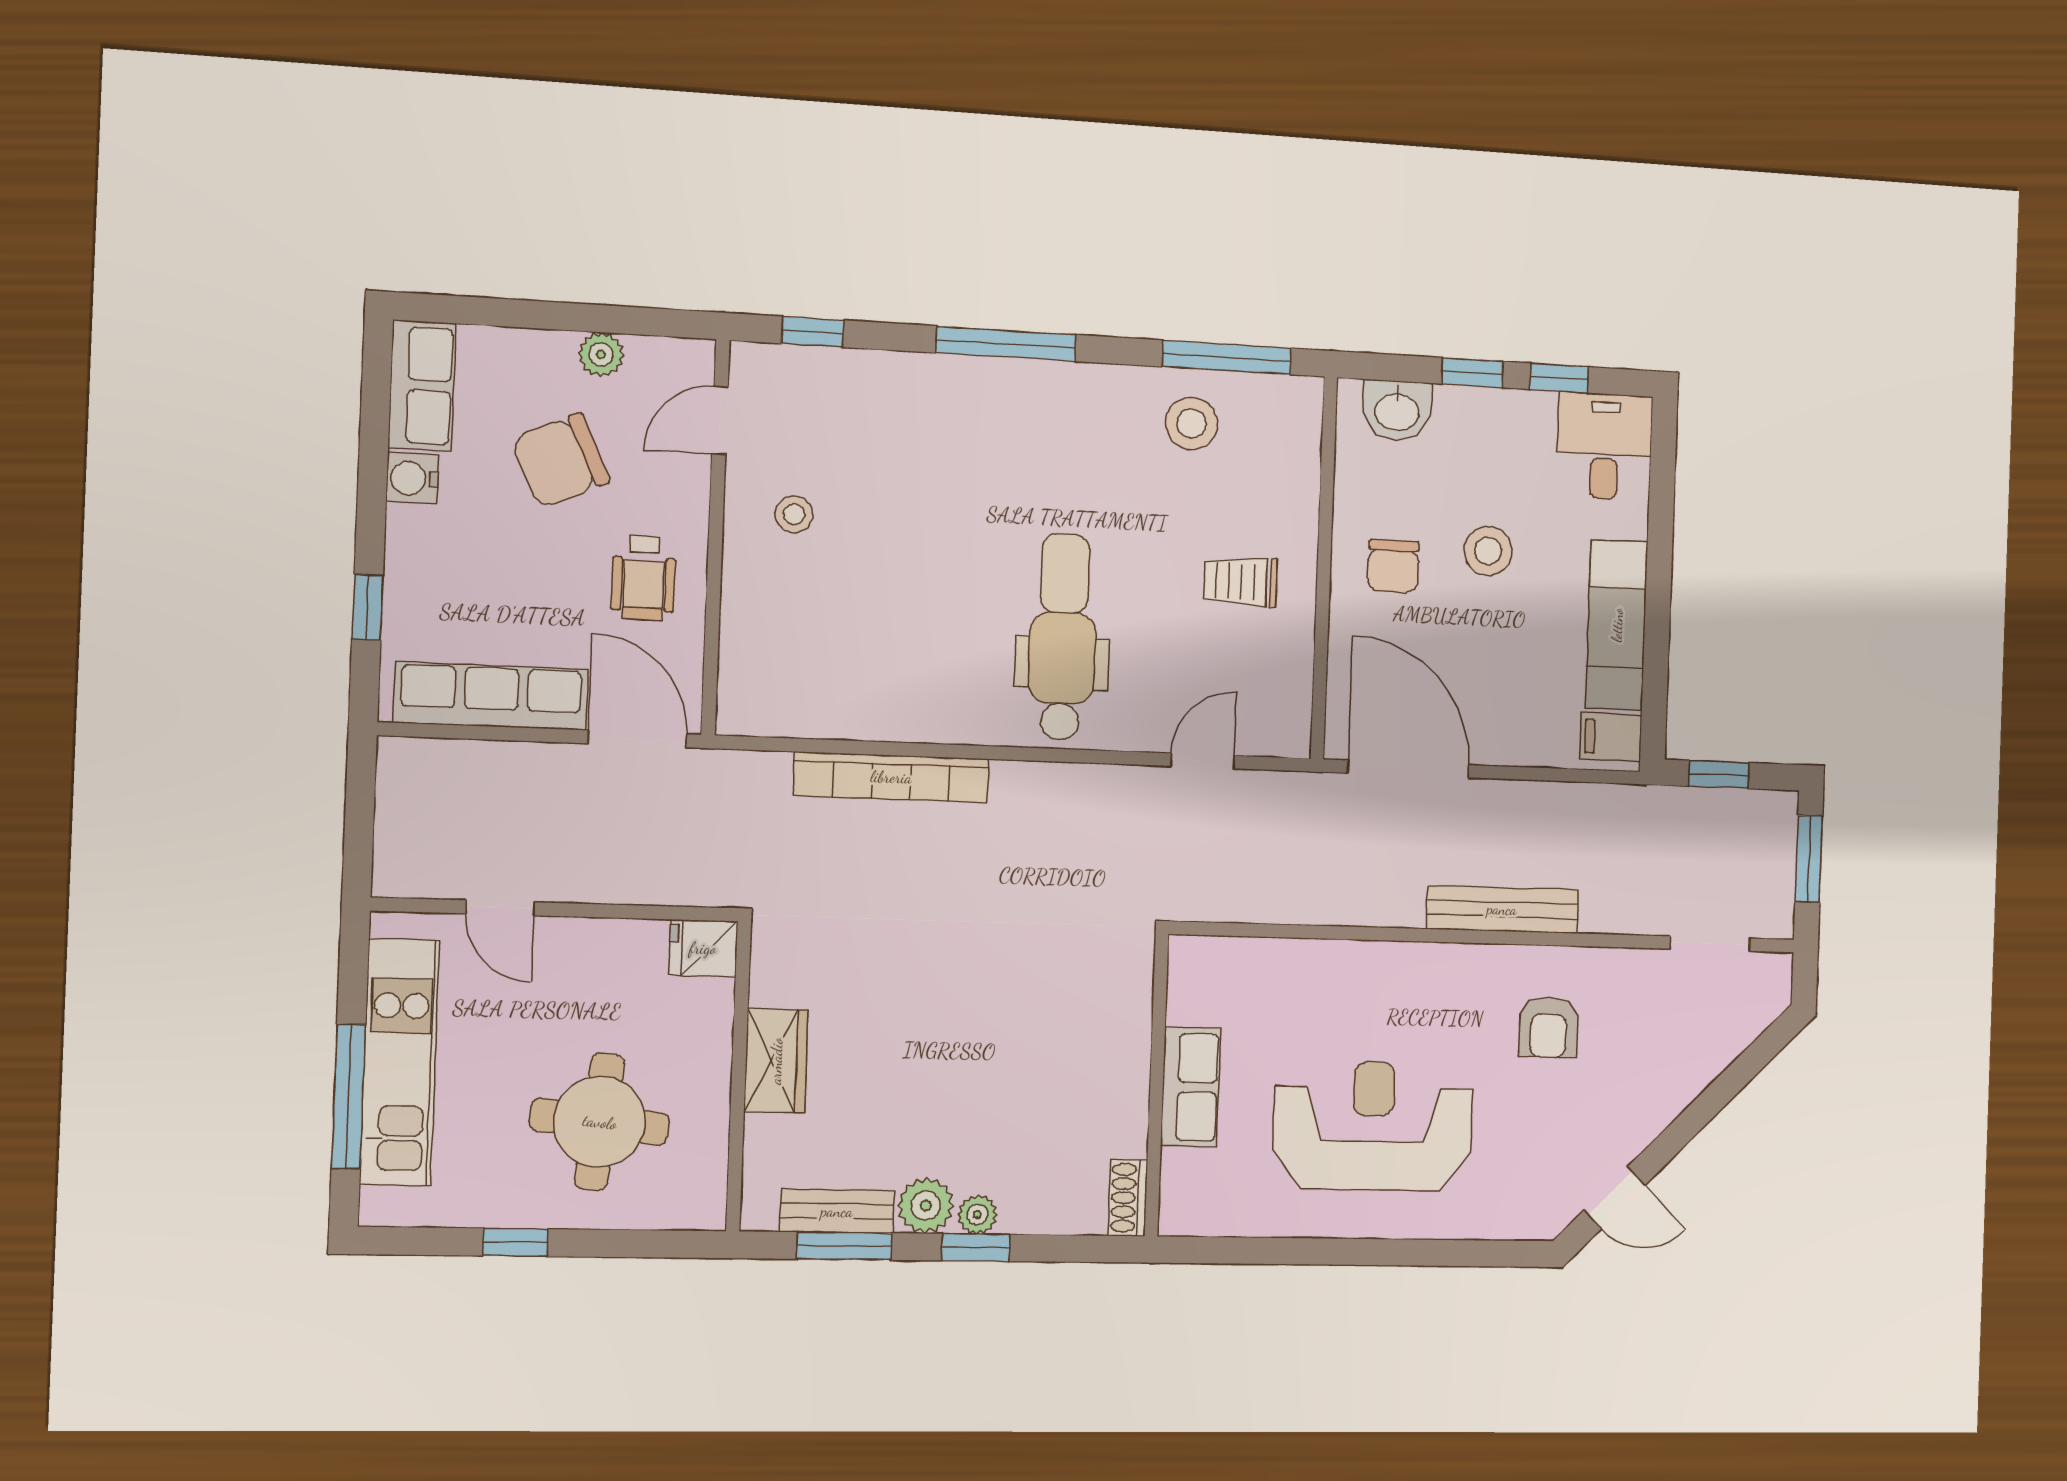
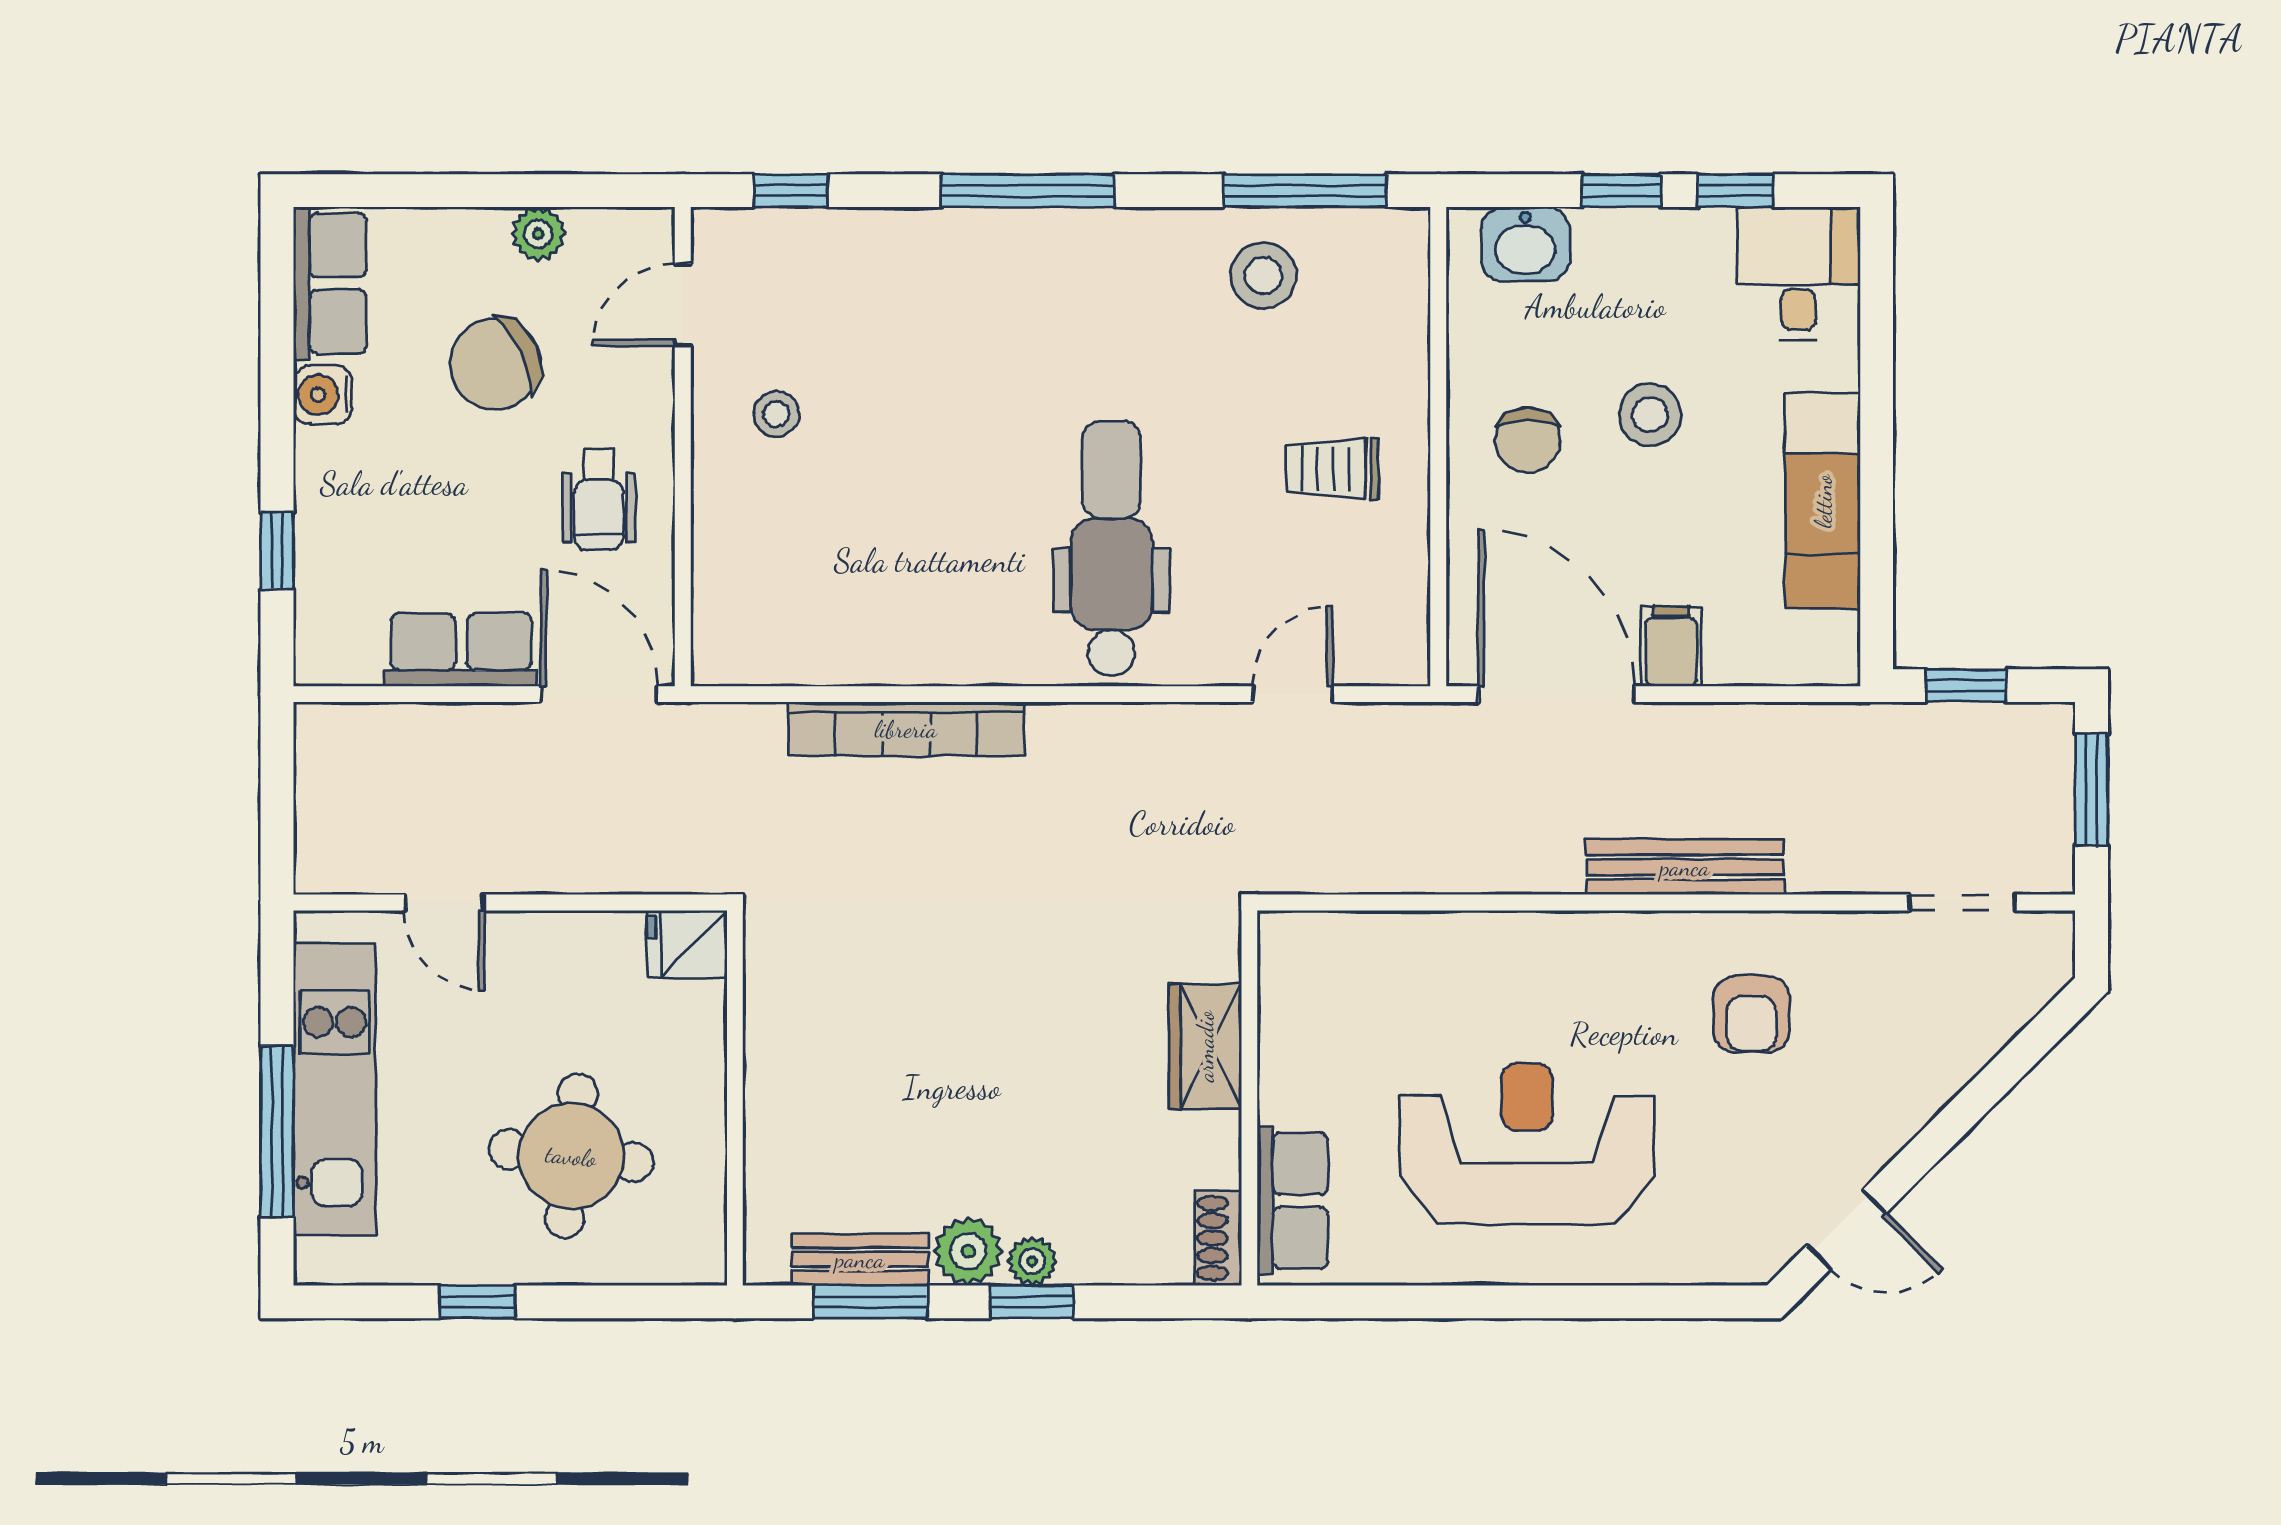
row of seats: (491, 696) -> (461, 650), width x0.68
filing cabinet: (1611, 737) -> (1671, 646), moved, turned 90
wardrobe: (776, 1061) -> (1205, 1046), moved, turned 180
row of seats: (1191, 1087) -> (1293, 1201), moved

